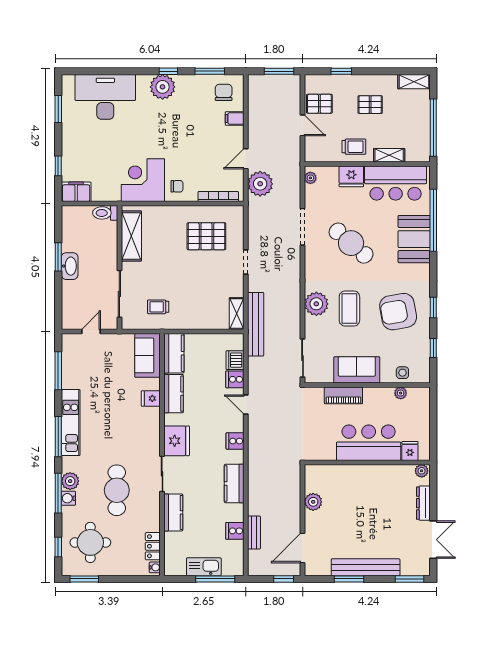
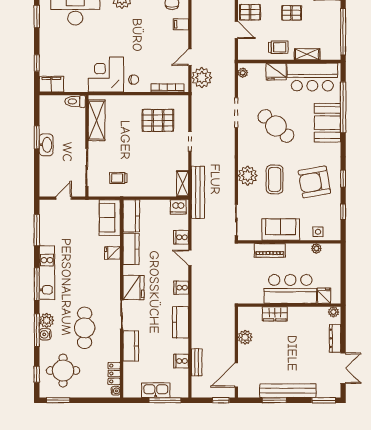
dishwasher: (235, 360) -> (178, 207), moved, turned -90
wardrobe: (350, 473) -> (275, 314), added

